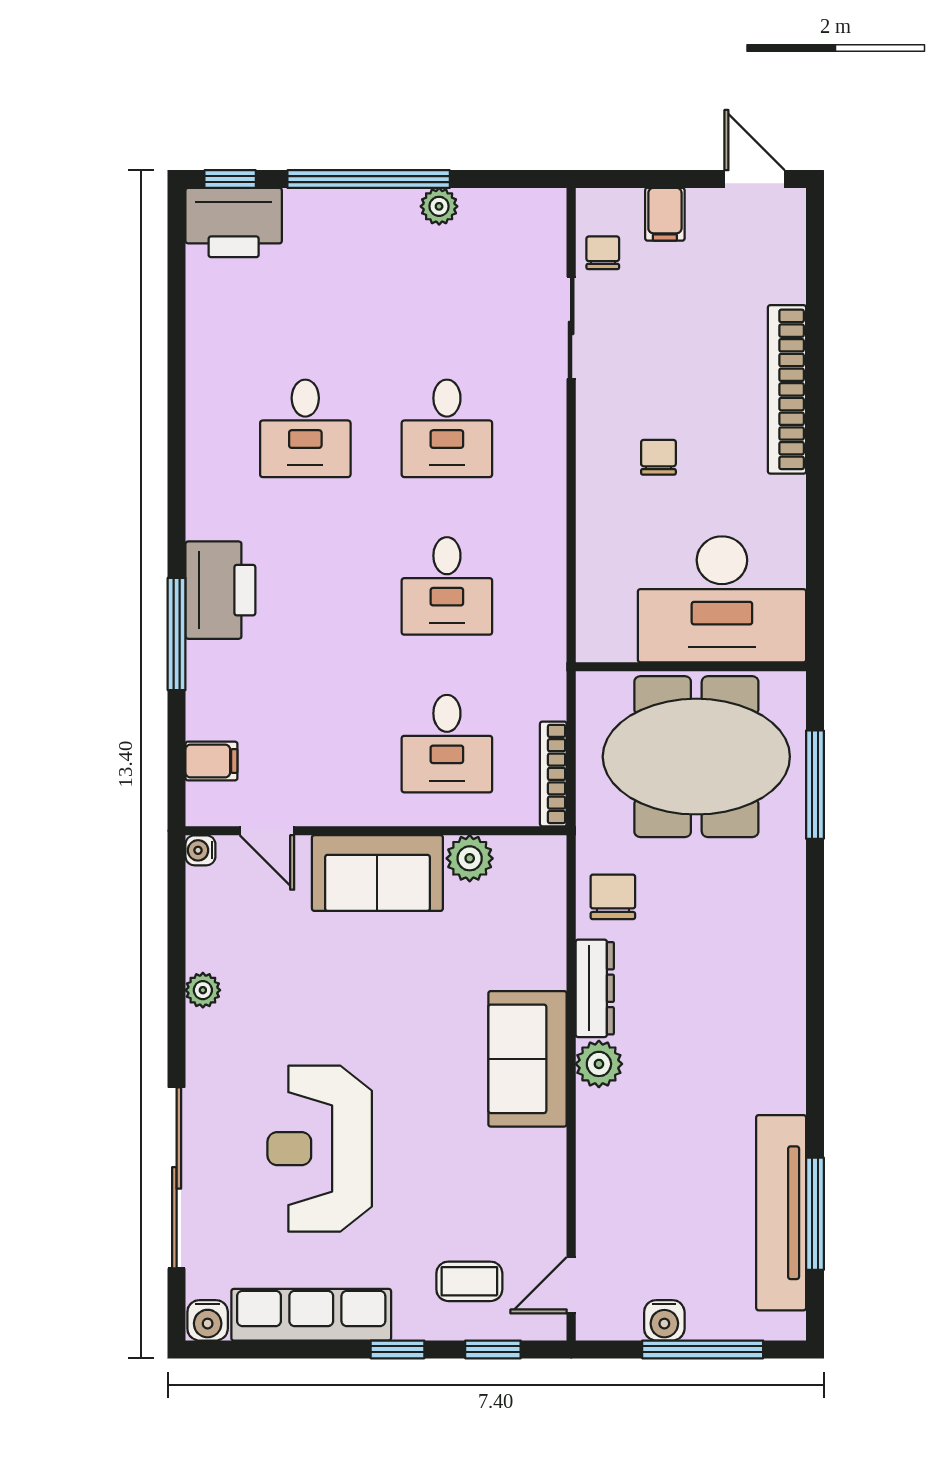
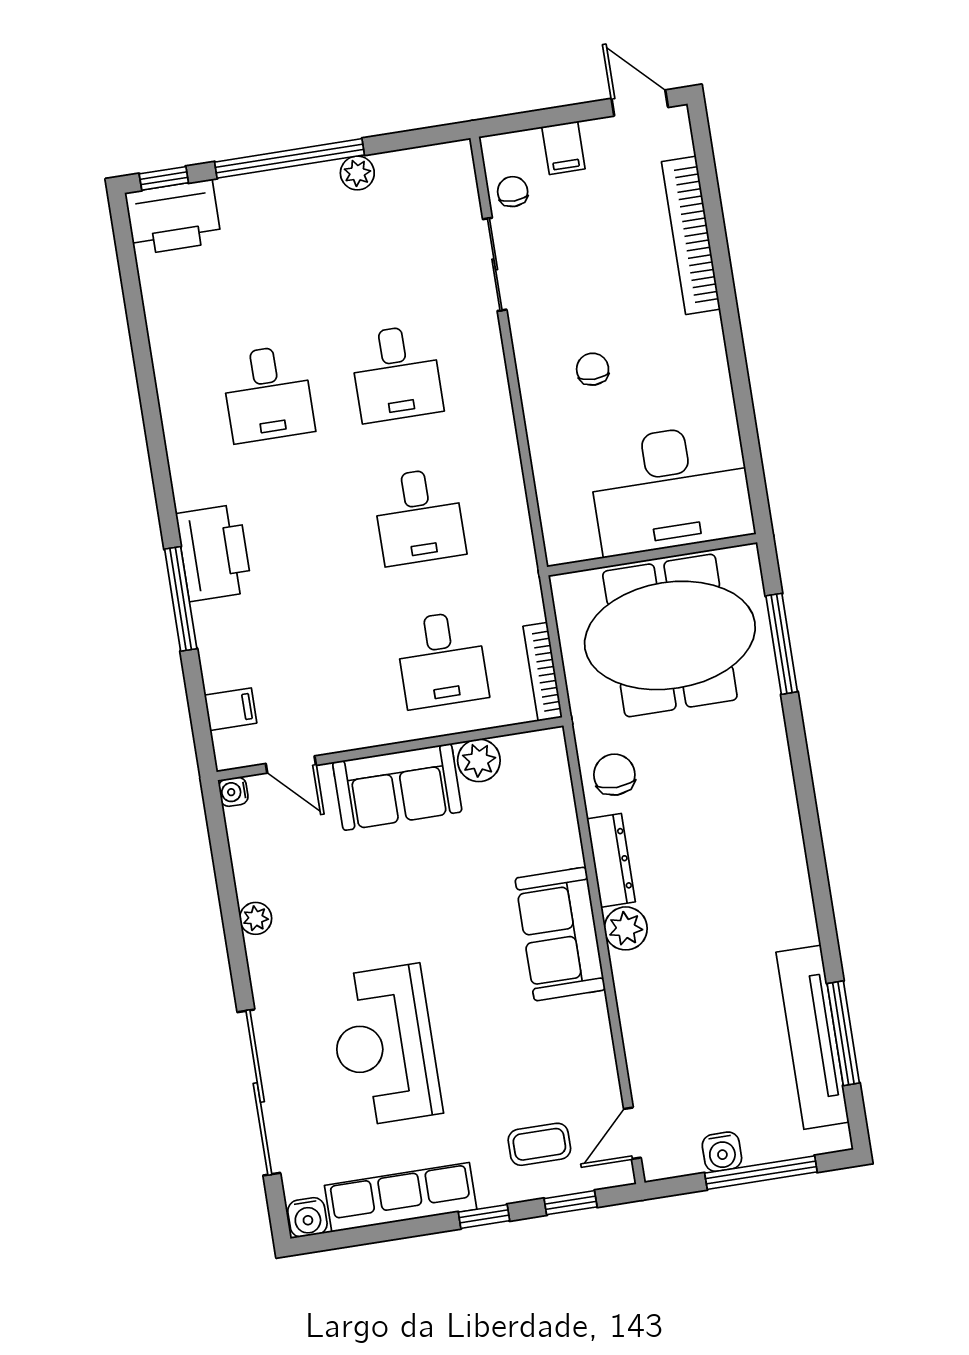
bookcase: (787, 389) -> (691, 235), moved

